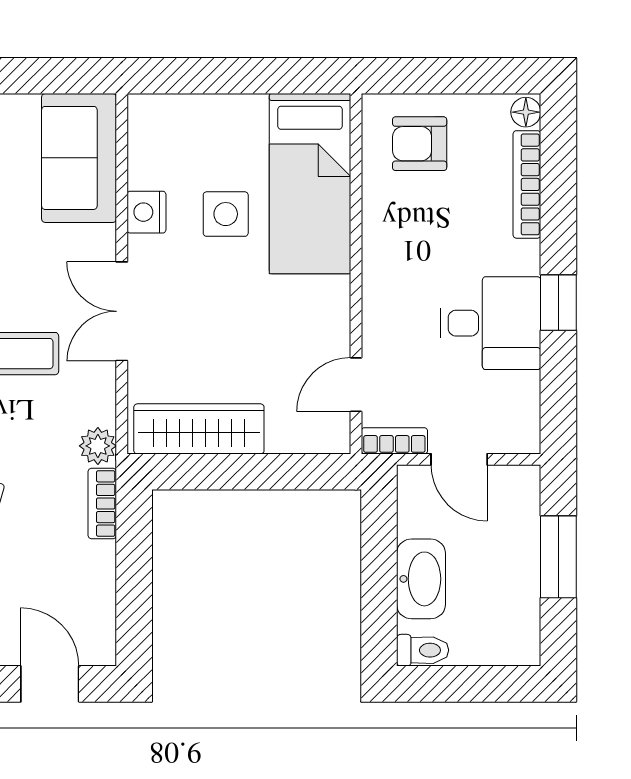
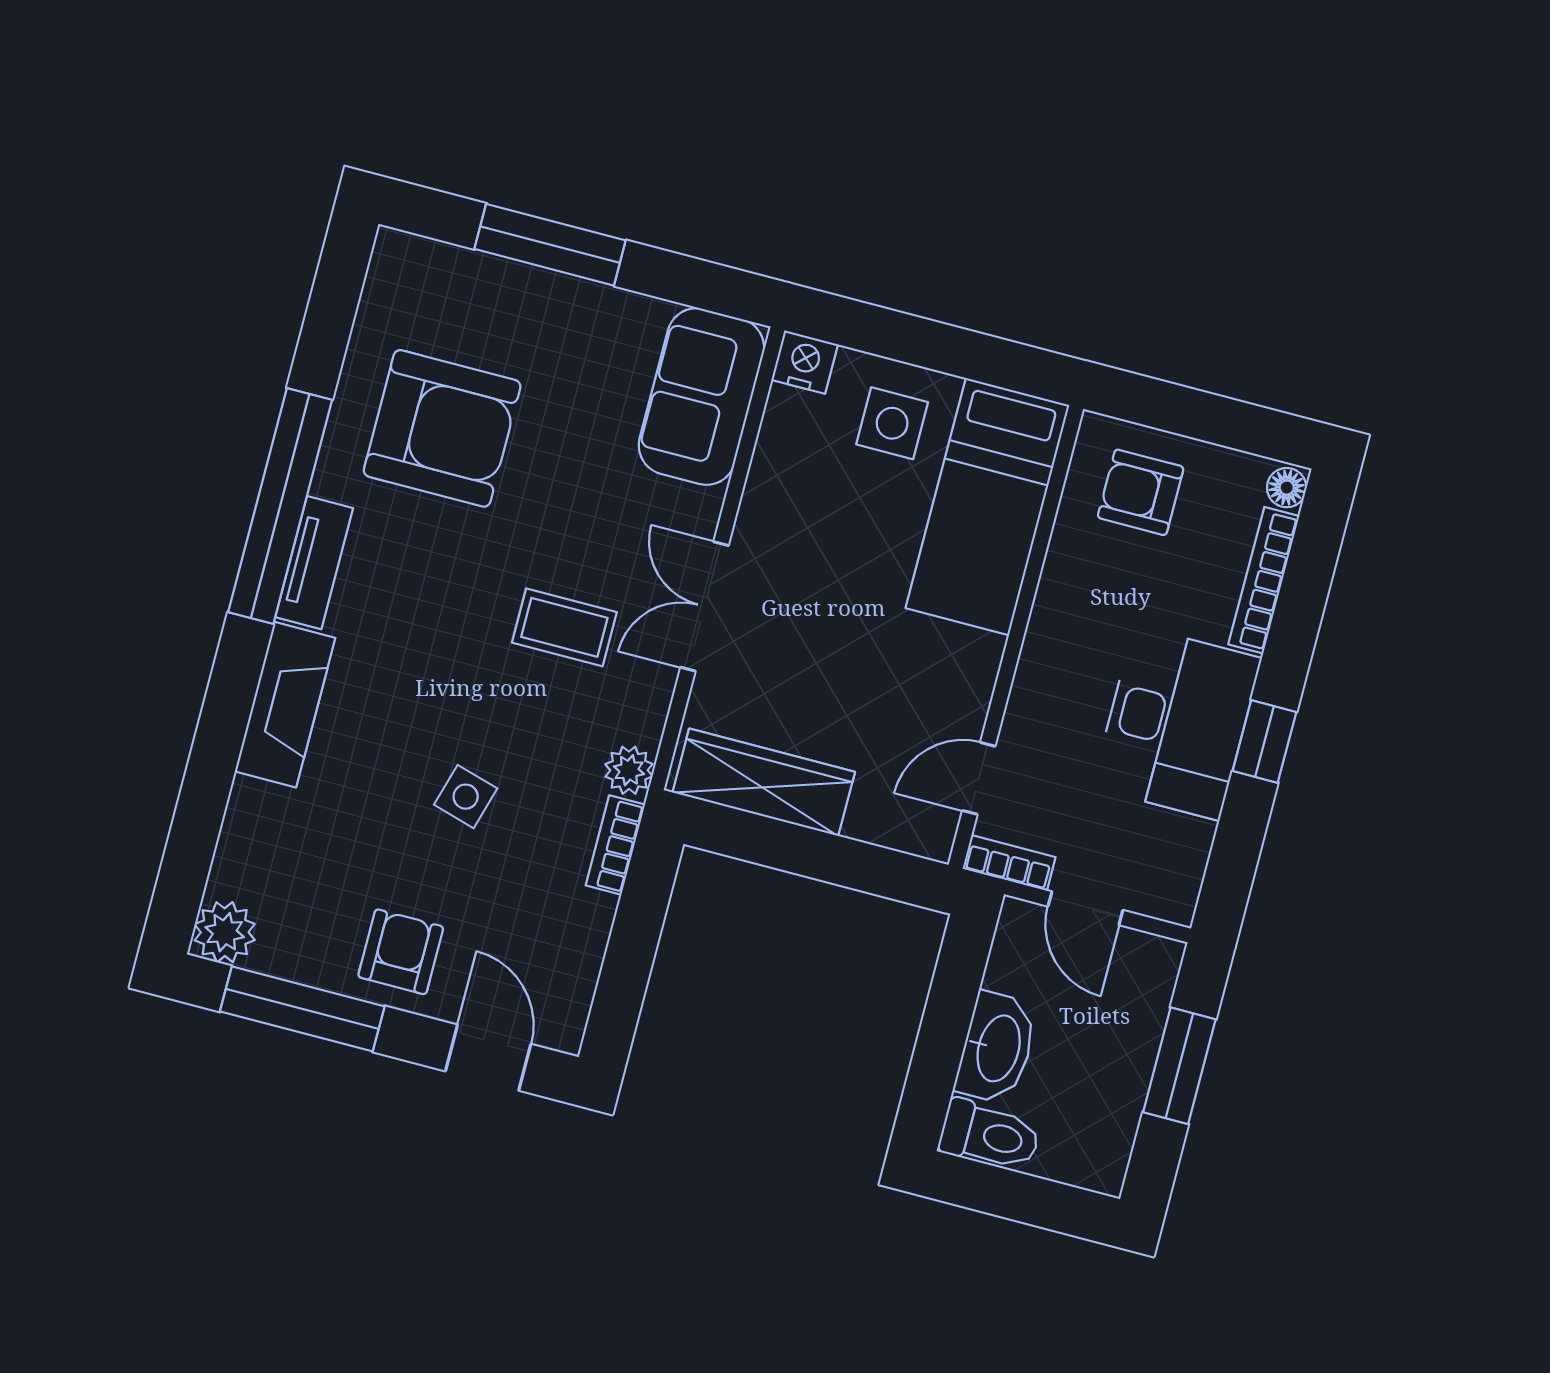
nightstand: (146, 212) -> (805, 362), moved, turned 90
side table: (226, 214) -> (892, 423), moved
desk: (490, 323) -> (1177, 723), width x1.37
toilet: (423, 650) -> (990, 1135), width x1.37, depth x1.39

